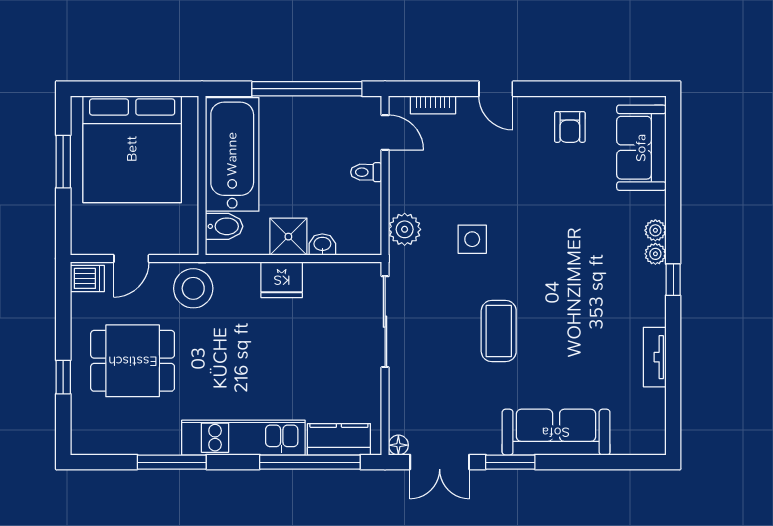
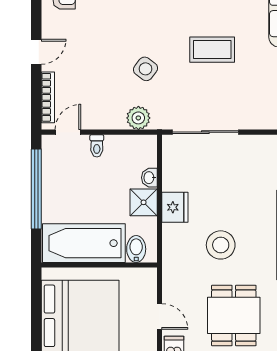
bookcase: (433, 105) -> (48, 97), width x1.56
side table: (472, 239) -> (145, 69), turned 37
stool: (193, 288) -> (221, 245), moved

